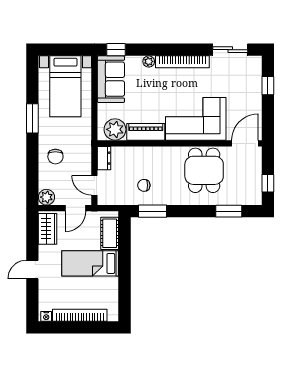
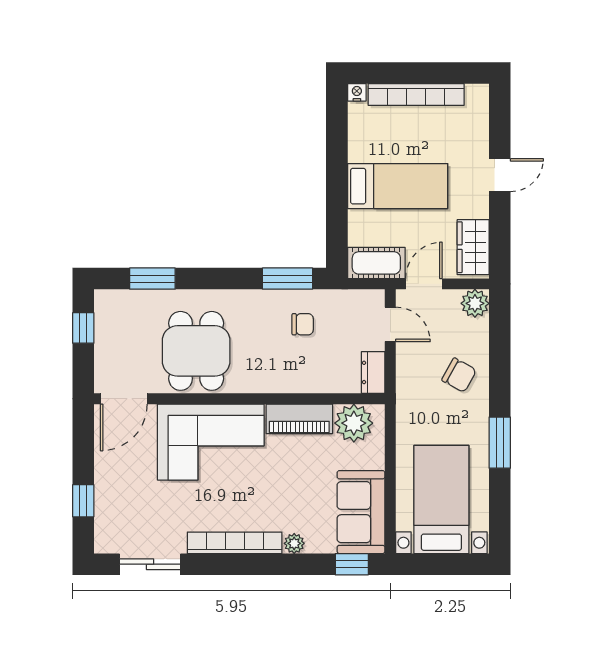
chair: (55, 157) -> (459, 375), turned 119
cot: (110, 233) -> (376, 263), moved, turned 90
nightstand: (46, 316) -> (357, 92), moved

